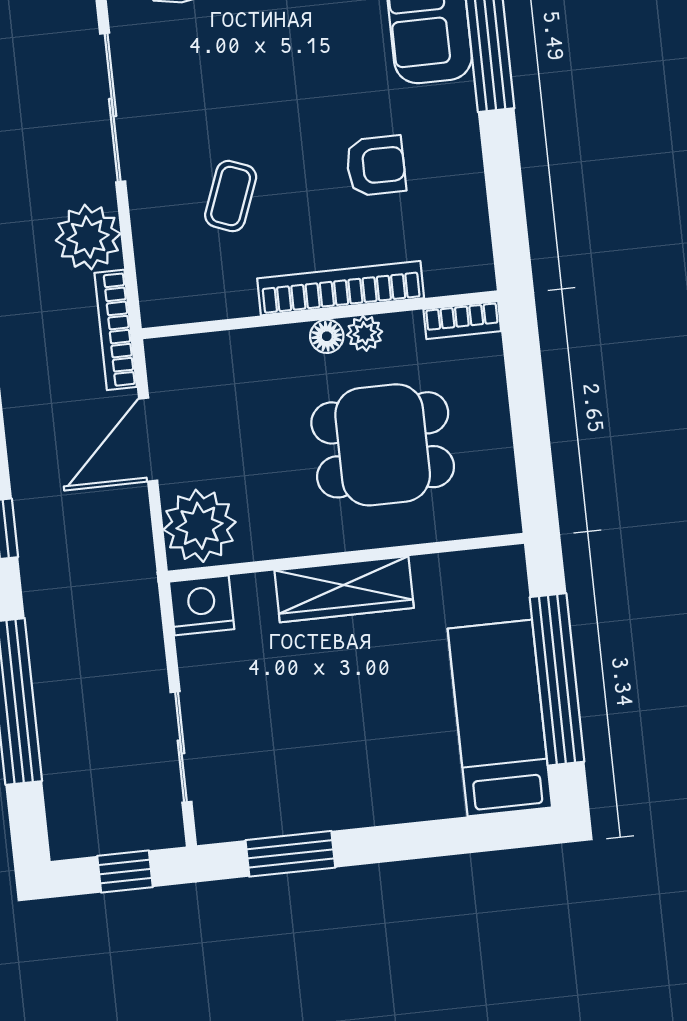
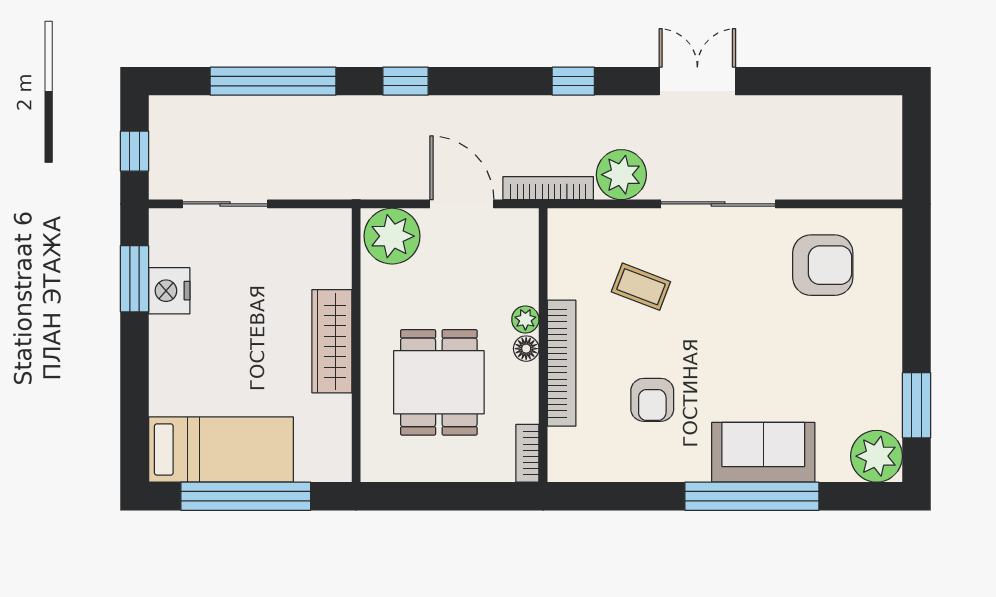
plant: (365, 333) -> (525, 319), moved
nightstand: (202, 605) -> (169, 291), moved, turned 180

